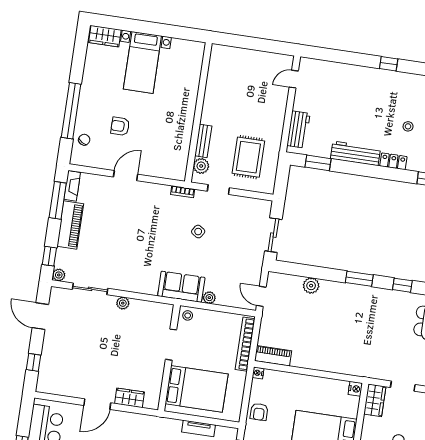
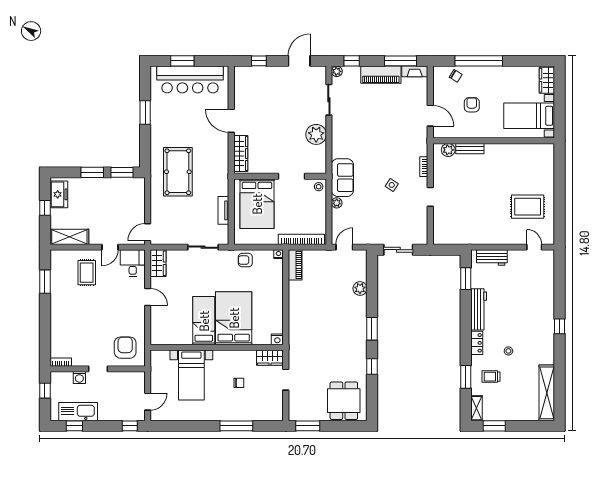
wall: (198, 112) -> (494, 141), moved
bench: (203, 141) -> (470, 149), moved
rug: (248, 157) -> (528, 207), moved
plant: (201, 166) -> (448, 150), moved
plant: (123, 303) -> (316, 134), width x1.88, depth x1.88
wardrobe: (130, 398) -> (241, 154), width x1.50

